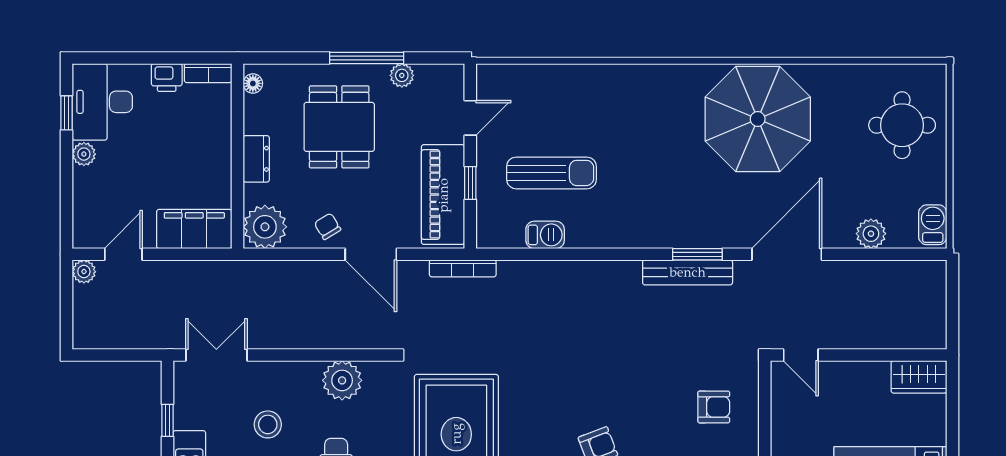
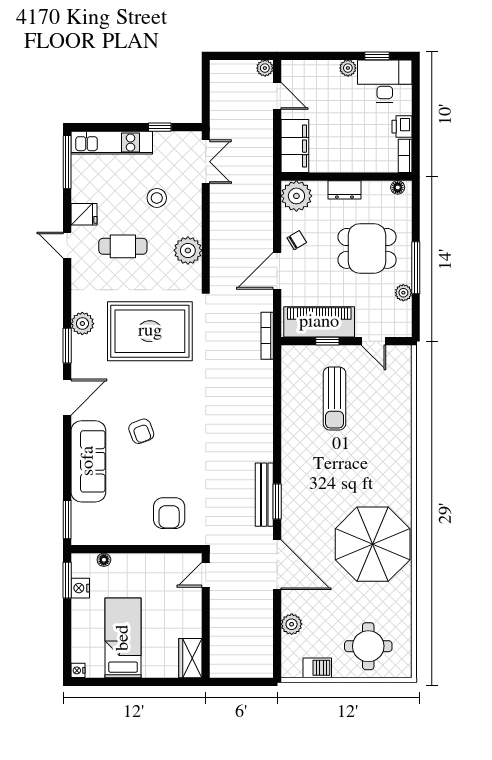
barbecue: (933, 225) -> (317, 668), moved
barbecue: (545, 235) -> (291, 394), removed
armchair: (714, 407) -> (169, 513), width x1.38, depth x1.38

